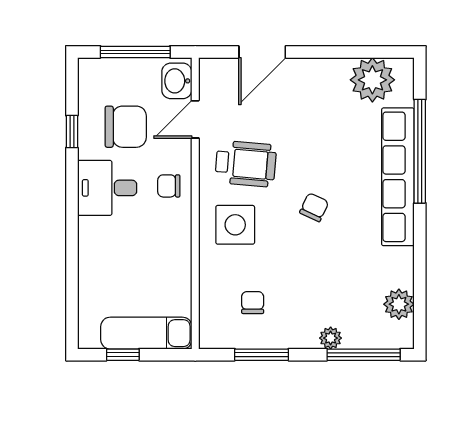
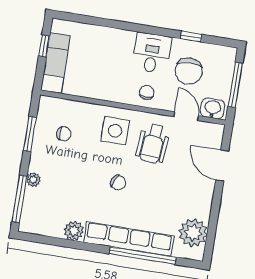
plant: (399, 304) -> (74, 231), moved

